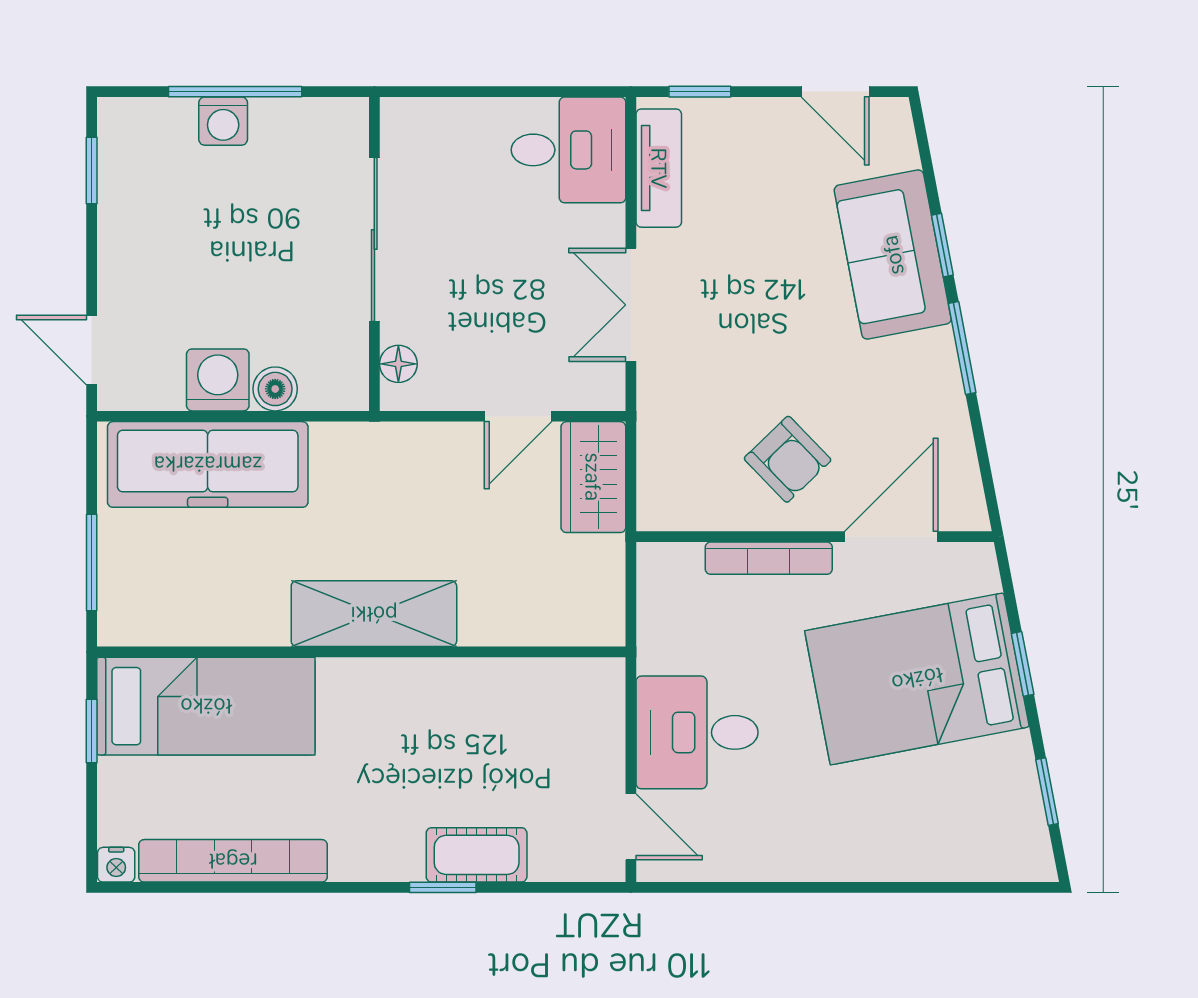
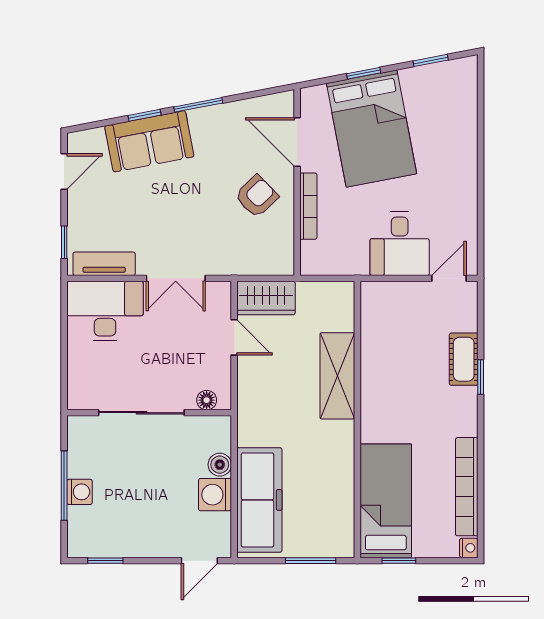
desk: (568, 150) -> (105, 311), width x1.37
shelving: (374, 614) -> (337, 376), moved

